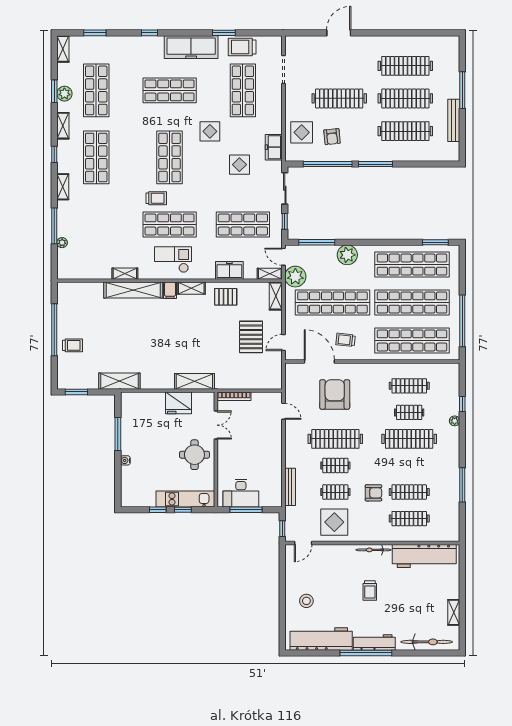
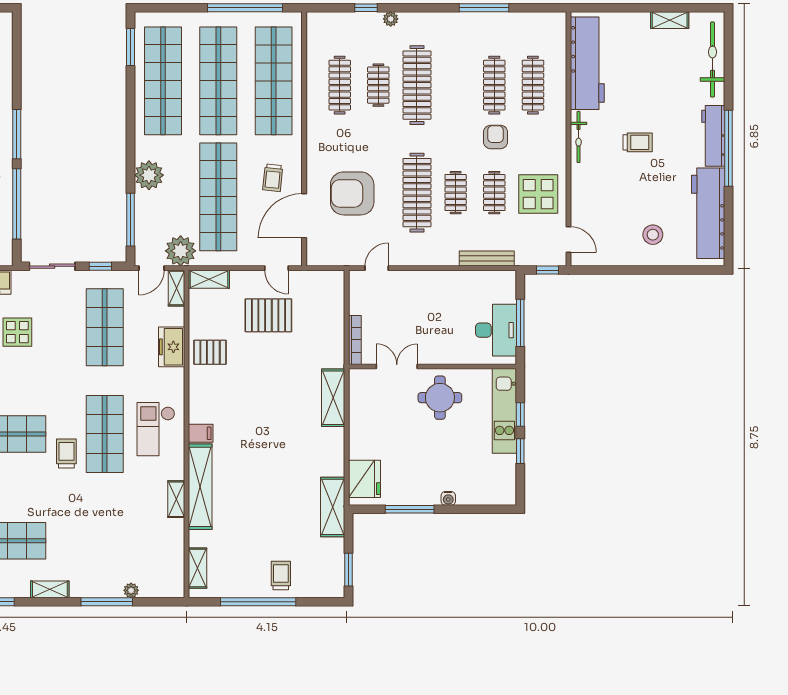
shelving: (191, 288) -> (198, 568), moved
pallet: (226, 297) -> (210, 352), turned 90
fridge: (179, 403) -> (364, 479), moved

